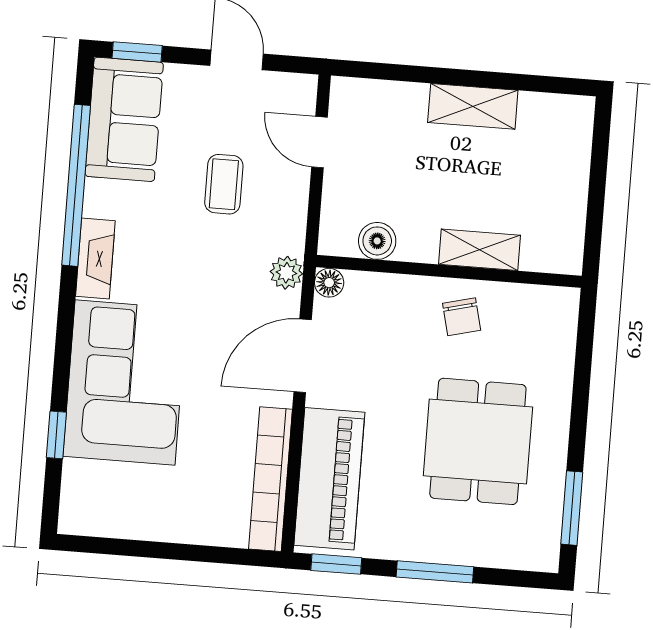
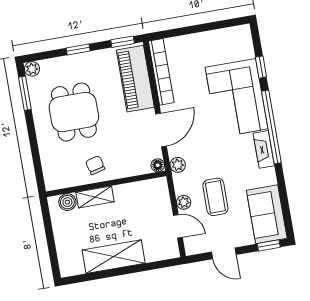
shelving: (473, 106) -> (114, 257), width x1.50, depth x1.33
coffee table: (224, 184) -> (215, 197), width x1.36, depth x1.30
window: (76, 185) -> (271, 127), moved
plant: (294, 190) -> (184, 202), added
boiler: (377, 241) -> (67, 202), moved
plant: (543, 556) -> (32, 69), added
window: (435, 572) -> (78, 49), width x0.67

